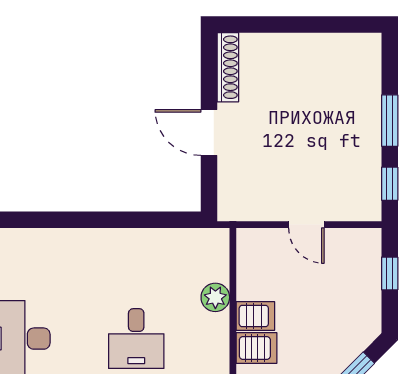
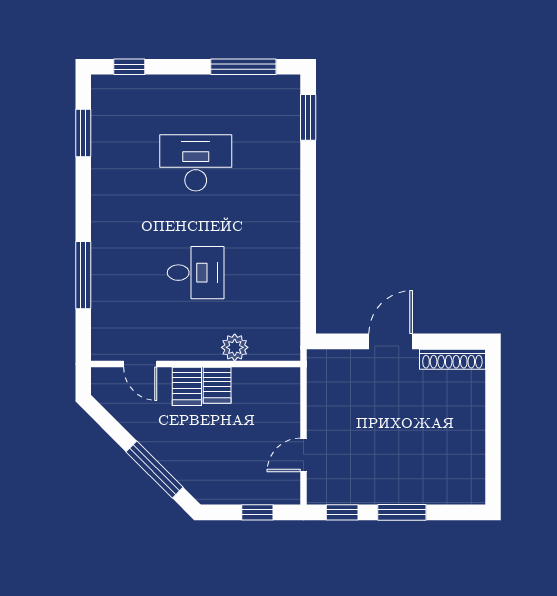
door: (306, 225) -> (304, 455), moved
desk: (136, 339) -> (196, 273), turned 180

